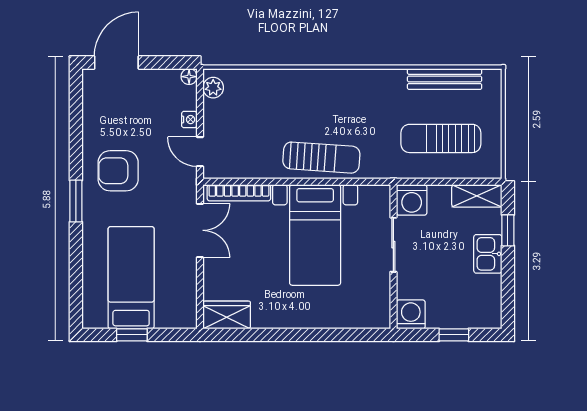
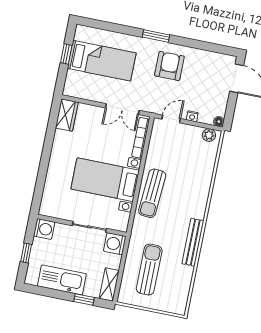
bench: (445, 79) -> (193, 242), moved
kitchen sink: (488, 254) -> (62, 280), width x1.88, depth x1.24

